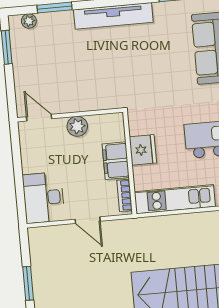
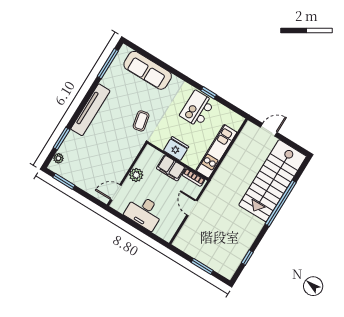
coffee table: (145, 85) -> (141, 121), added
desk: (44, 198) -> (144, 212), moved
door: (88, 220) -> (192, 208), swing flipped

